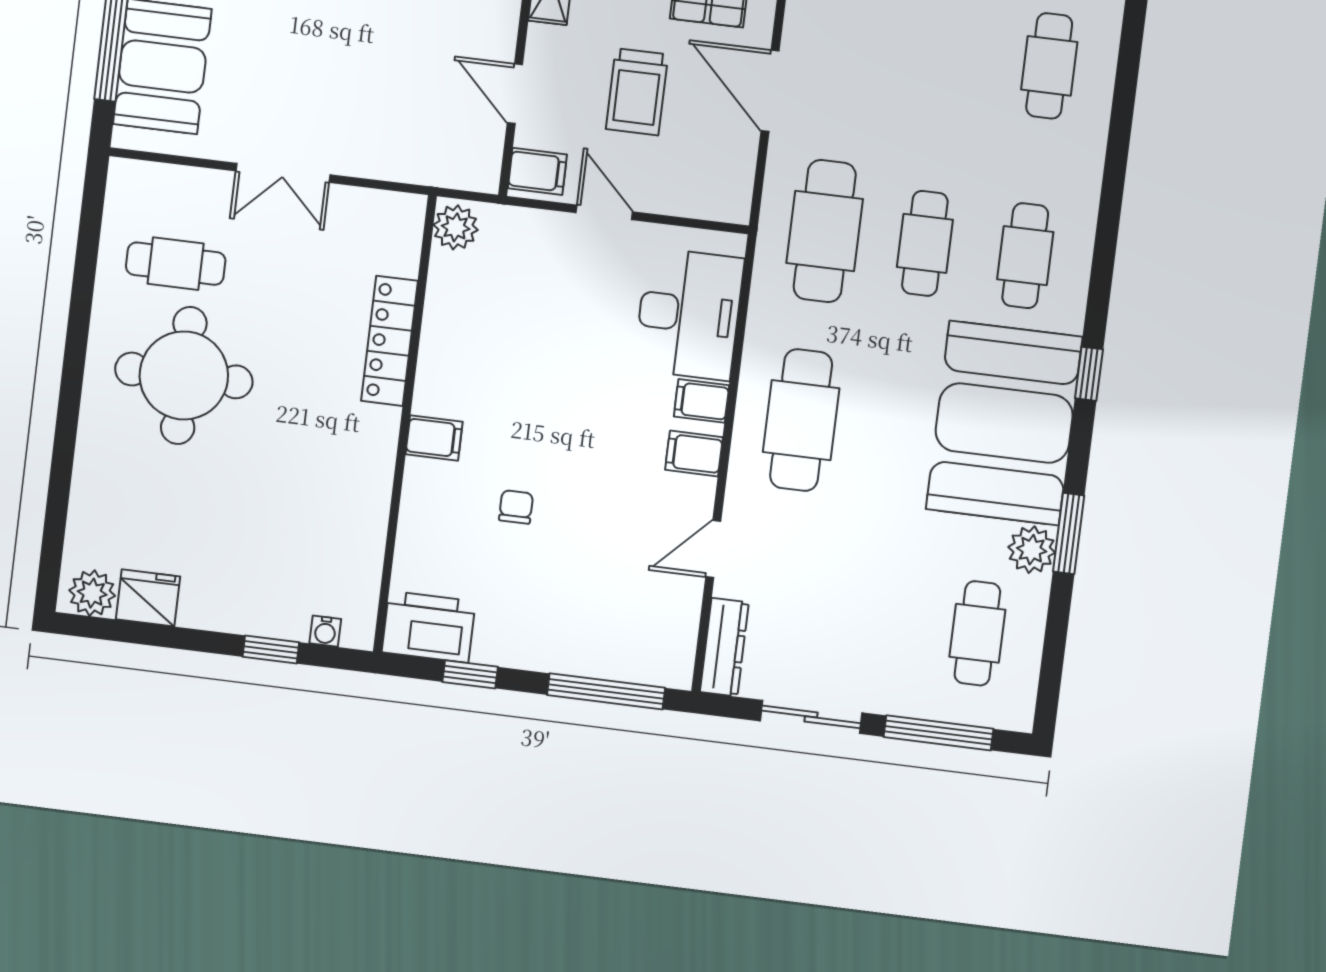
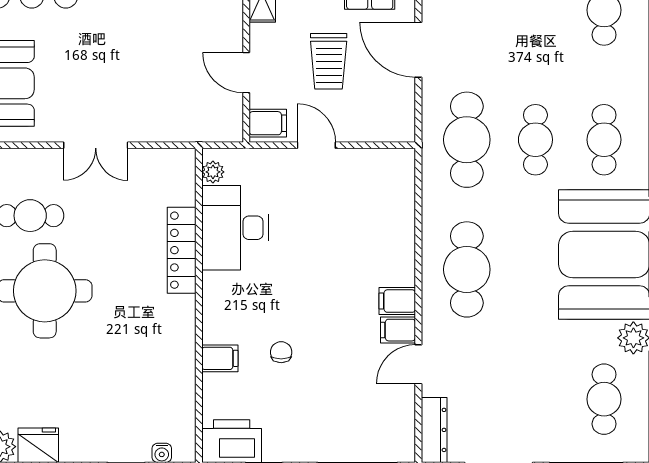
plant: (456, 227) -> (213, 172), width x0.73, depth x0.73
desk: (689, 314) -> (235, 228), moved, turned 180
filing cabinet: (702, 401) -> (398, 330), moved
filing cabinet: (434, 438) -> (220, 358), moved

